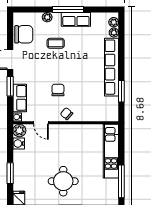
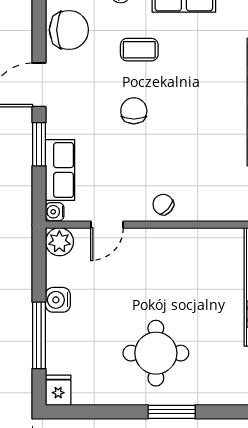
chair: (58, 90) -> (134, 111), moved
door: (41, 123) -> (107, 225), hinge flipped
water cooler: (19, 144) -> (58, 300), moved
window: (10, 173) -> (39, 335), width x1.44

